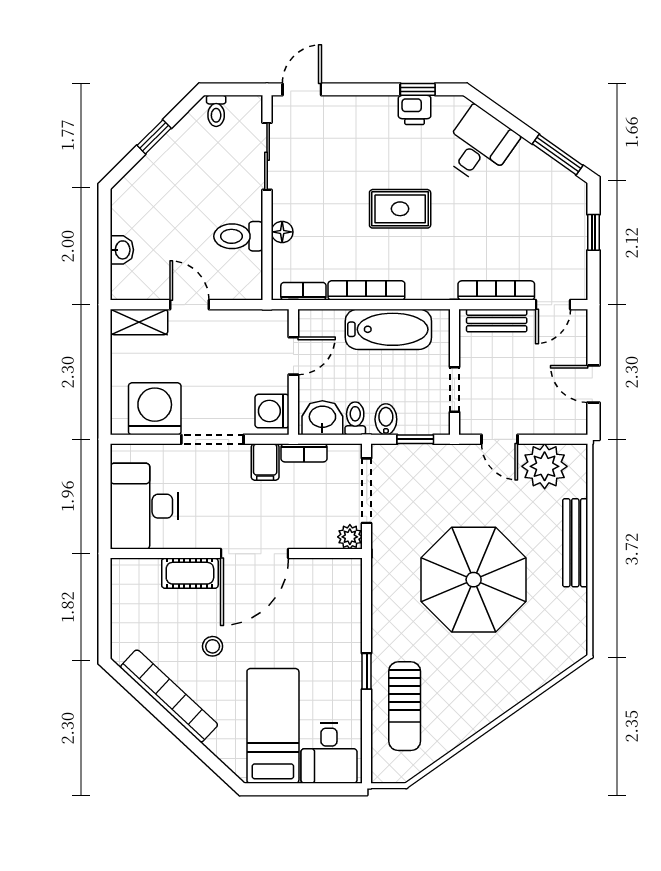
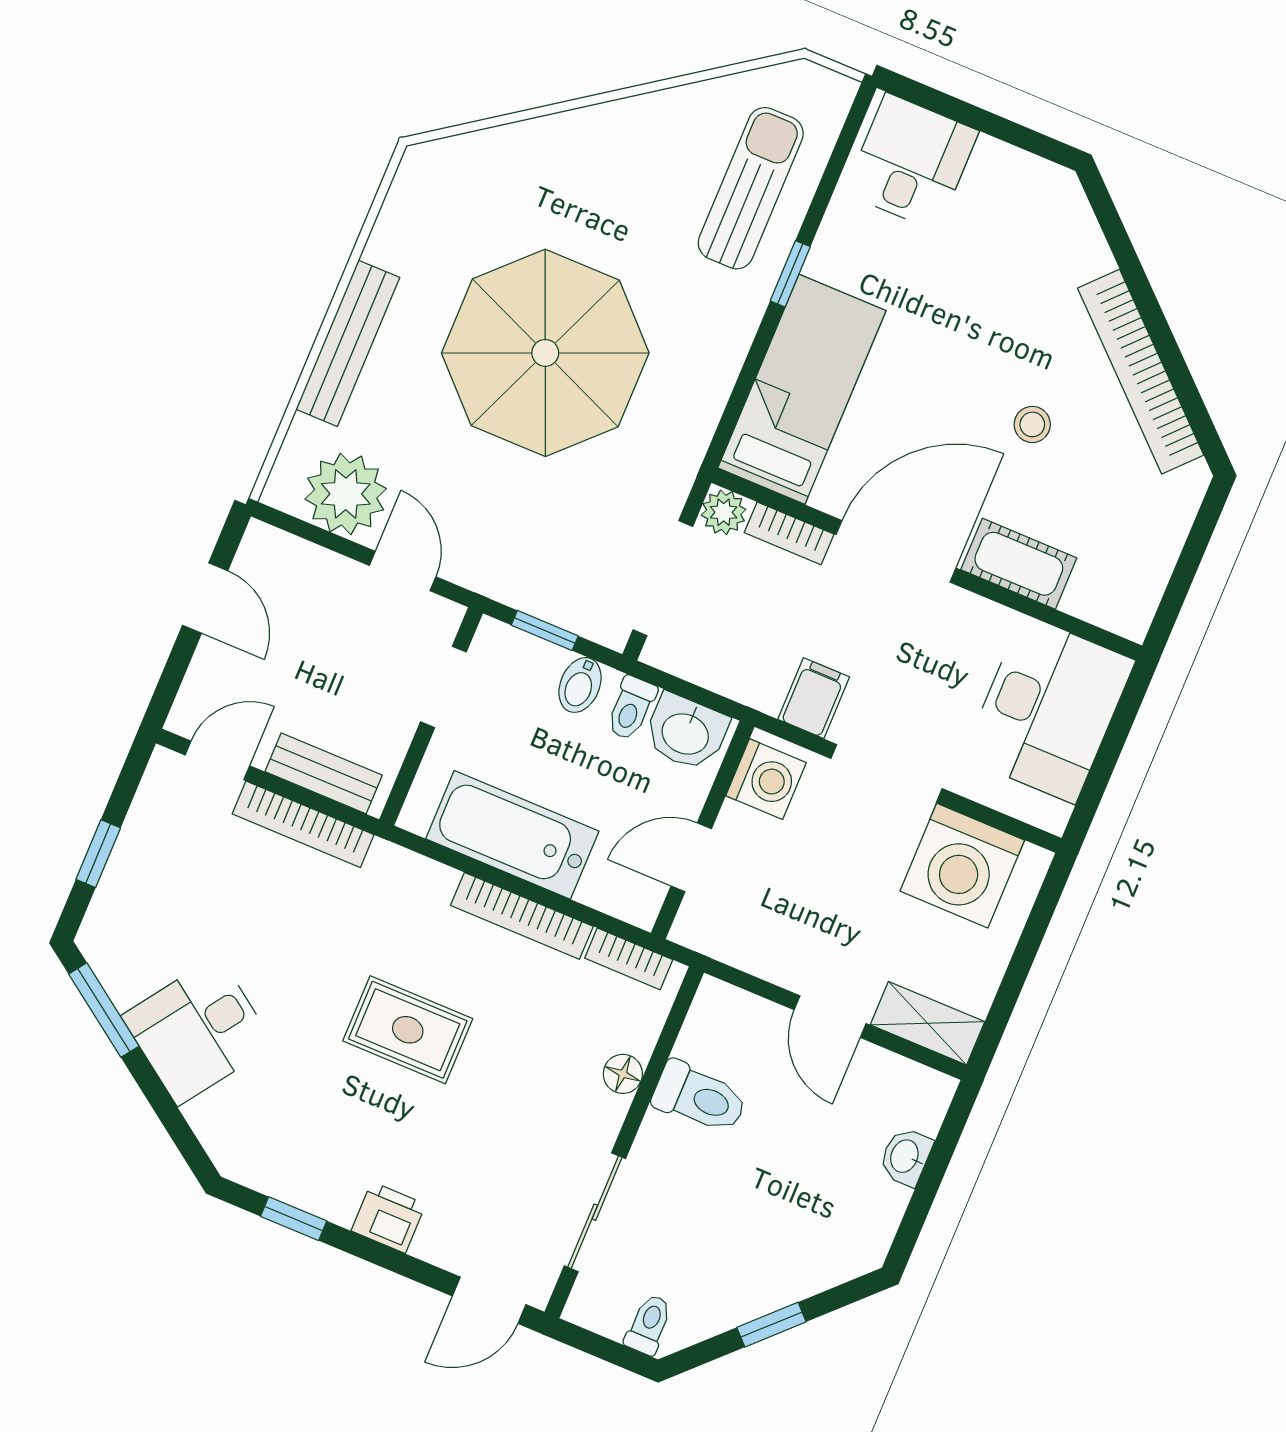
printer: (415, 110) -> (389, 1218), moved
desk: (479, 145) -> (198, 1031), moved
bookcase: (304, 453) -> (789, 533), moved, turned 180
bed: (273, 726) -> (802, 389), moved, turned 180

